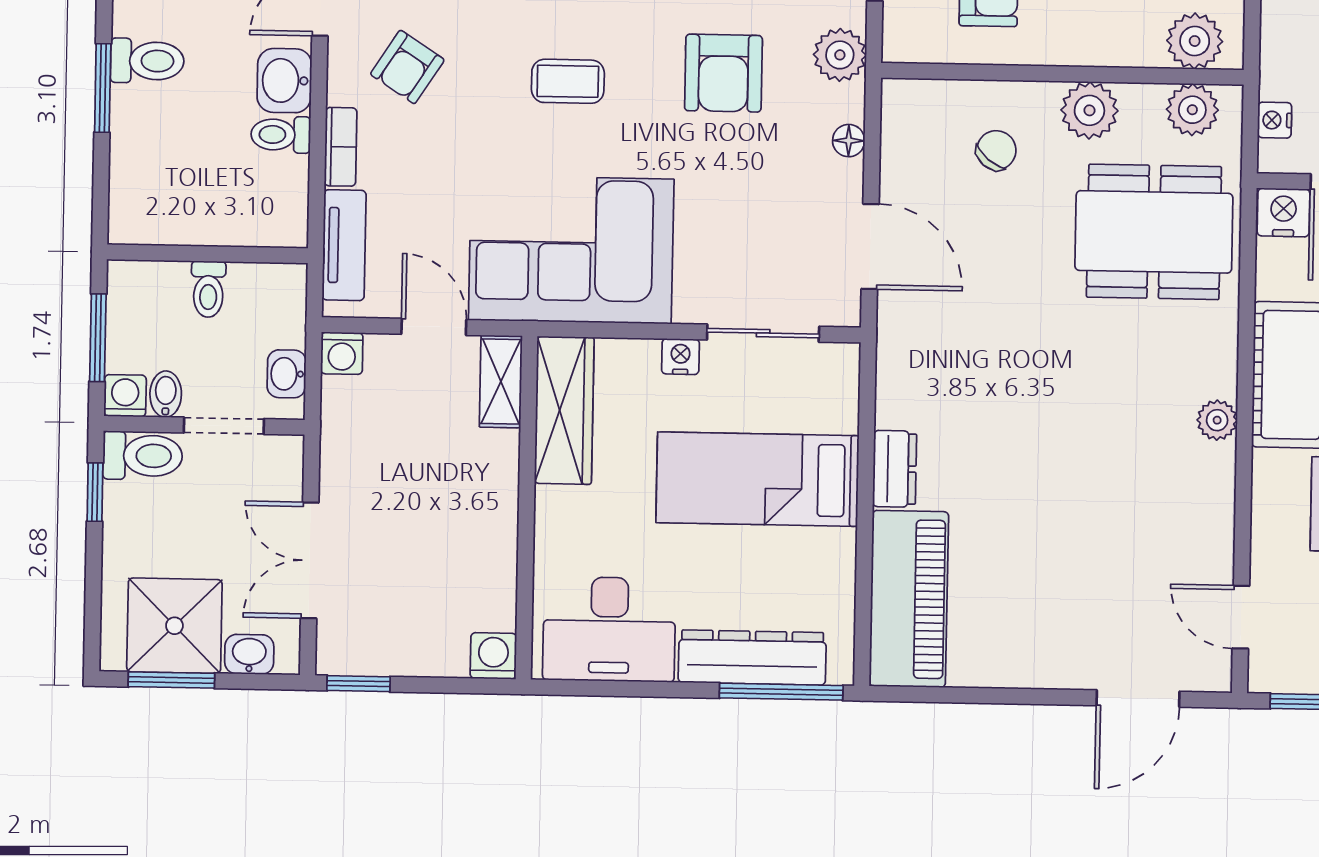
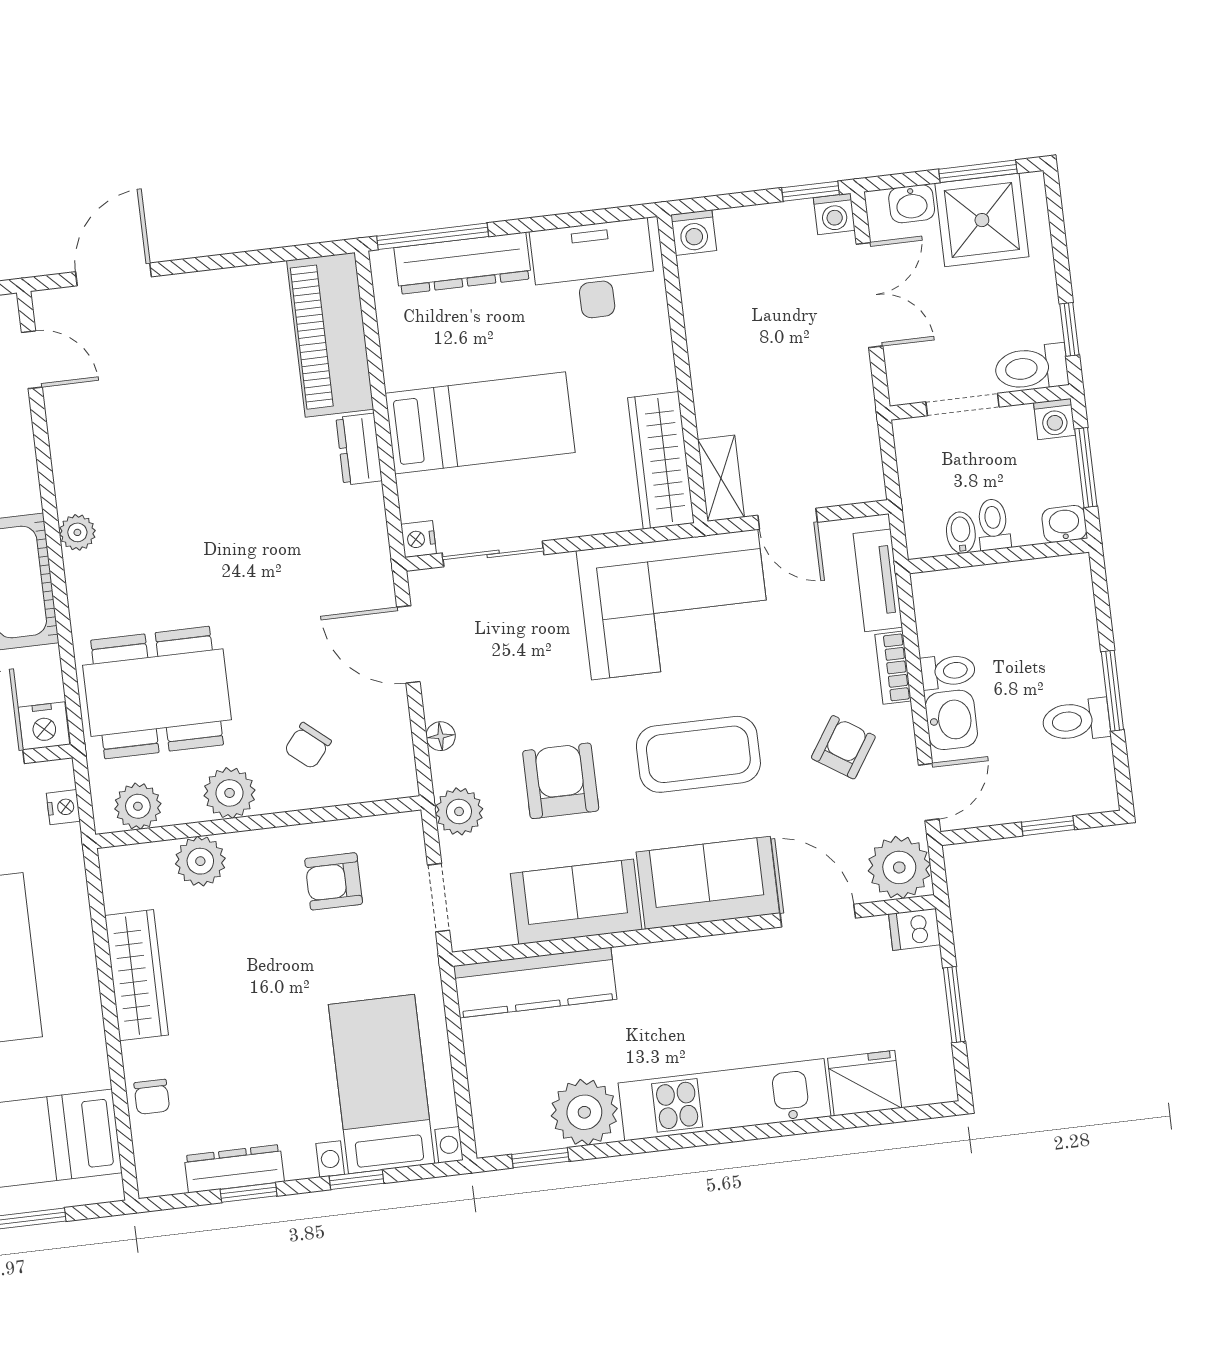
plant: (1195, 41) -> (200, 861), moved
coffee table: (568, 81) -> (698, 754), width x1.86, depth x1.72
washing machine: (342, 353) -> (834, 214), moved, turned 180
nightstand: (680, 357) -> (419, 539), moved, turned 90
washbasin: (287, 374) -> (1064, 524), moved, turned -90
bidet: (166, 394) -> (961, 533), moved, turned 180

